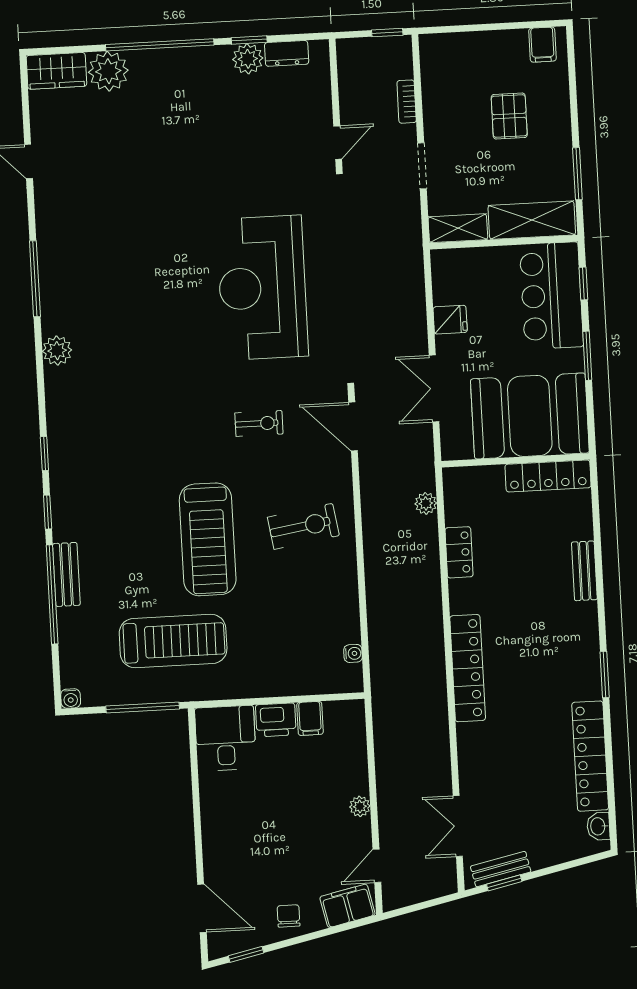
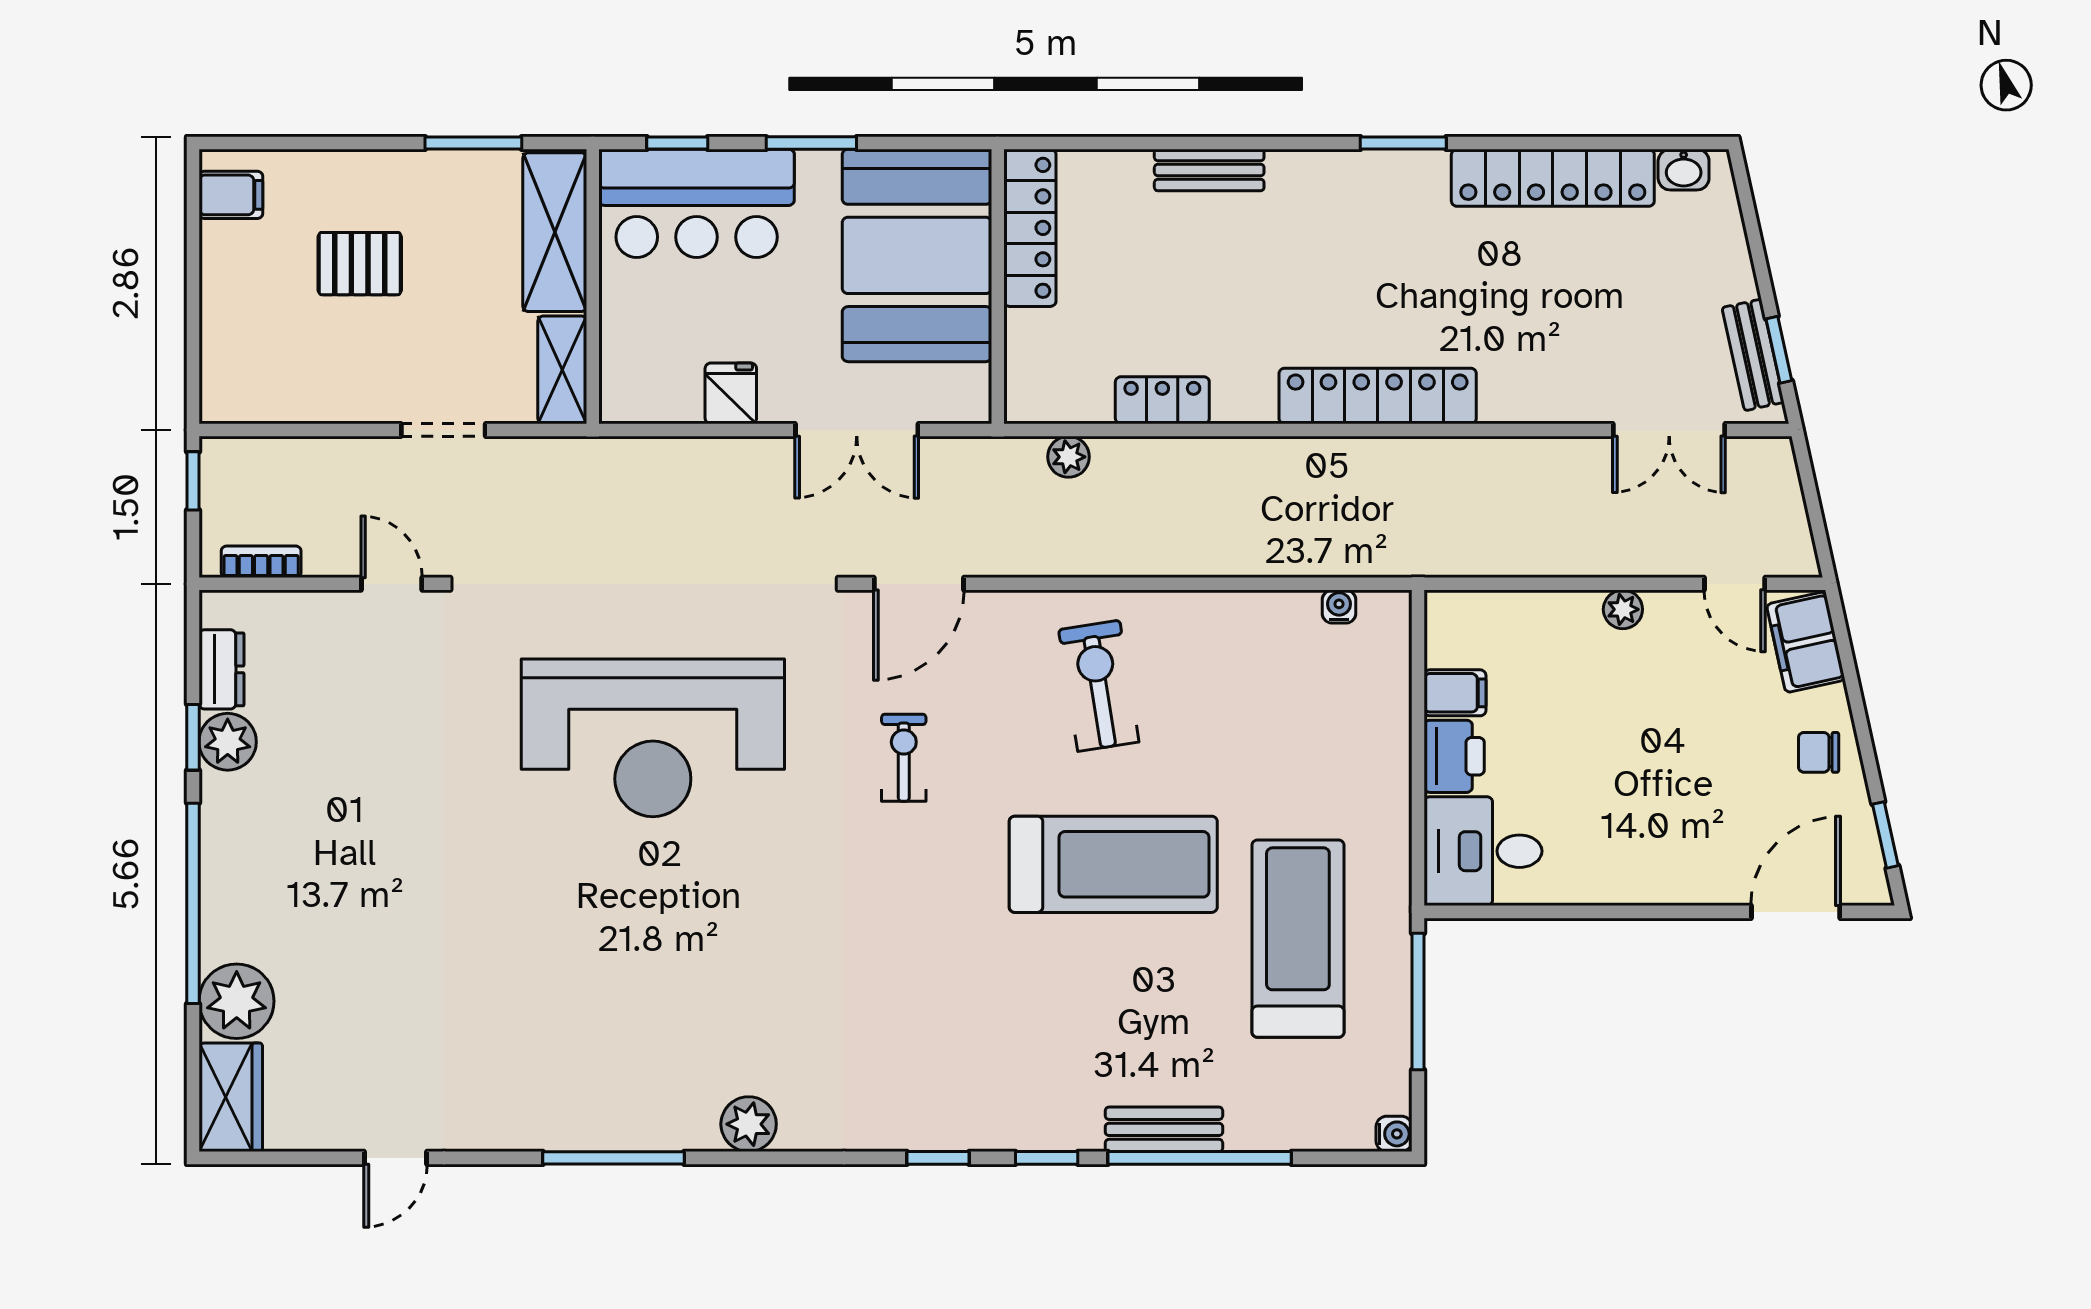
bookcase: (407, 102) -> (261, 562), moved, turned 180

